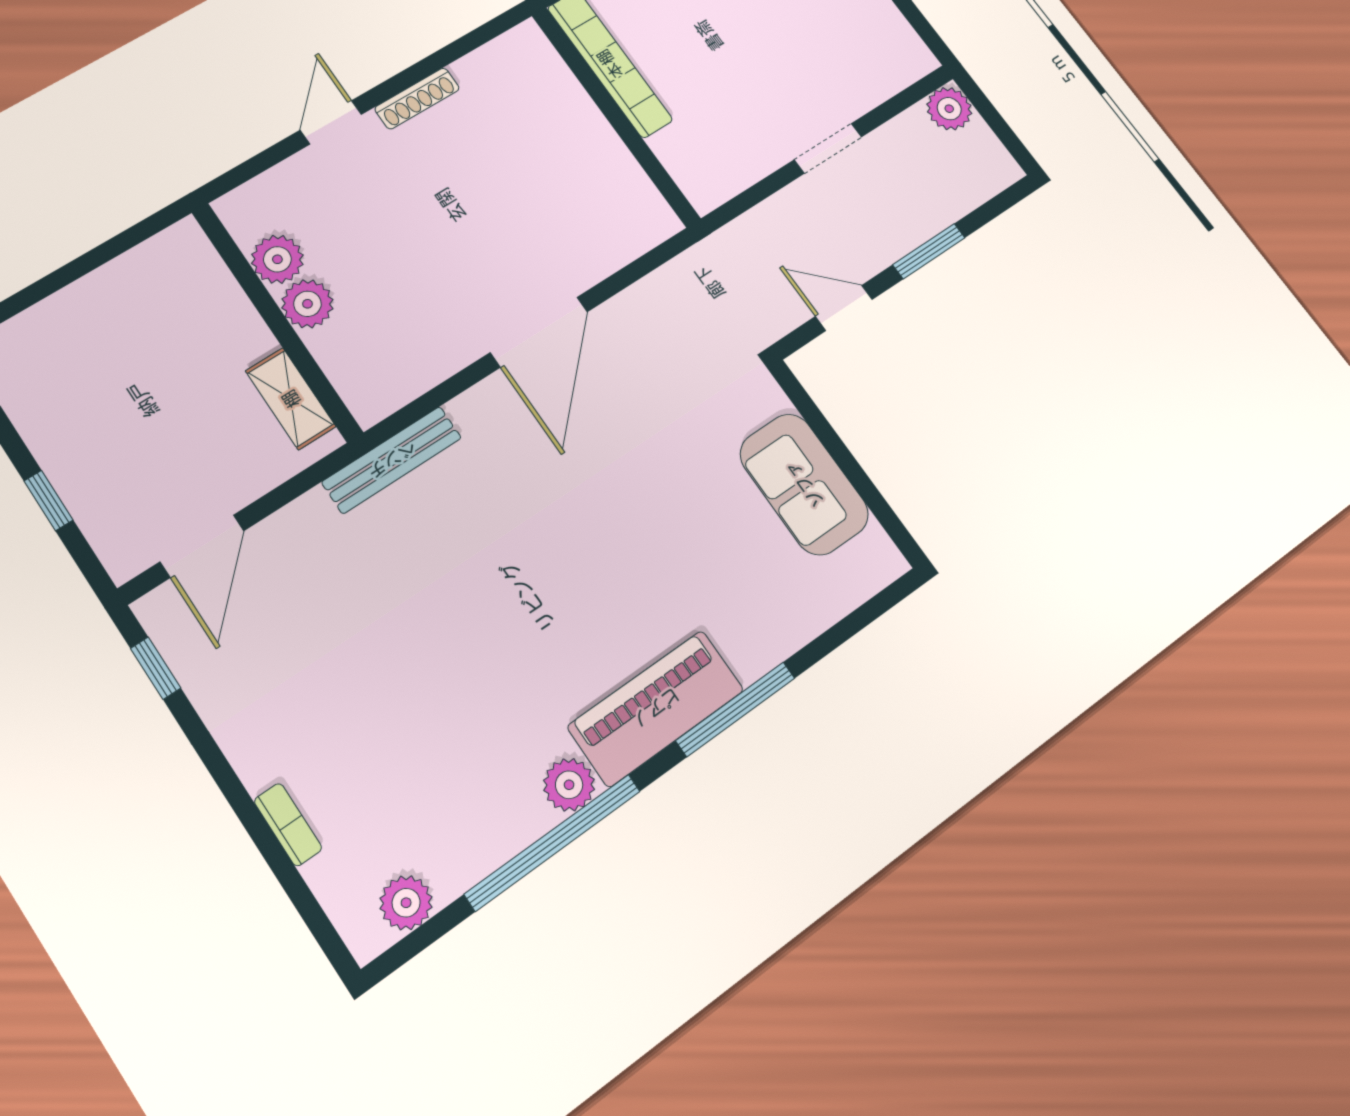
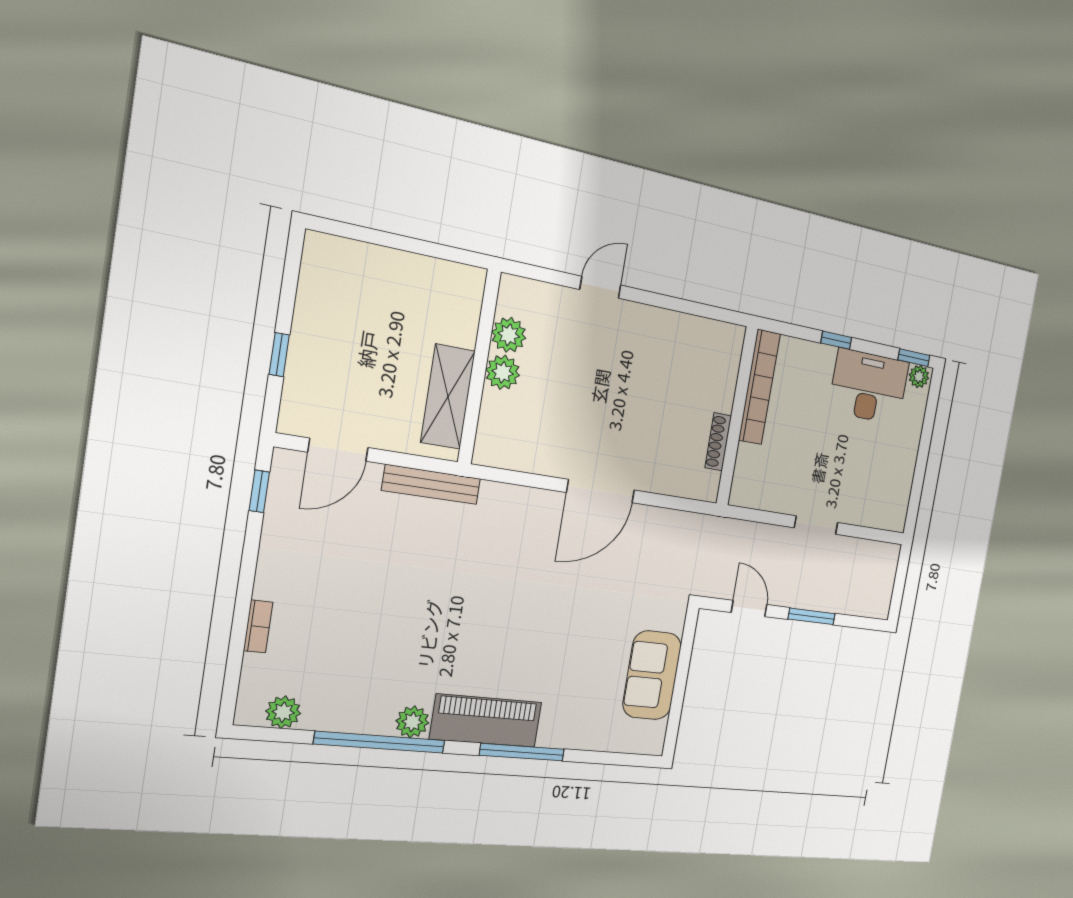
shoe rack: (417, 98) -> (718, 442), moved, turned 90
plant: (949, 109) -> (886, 557), removed
shelving: (291, 399) -> (448, 397), width x1.50, depth x1.33
bench: (392, 460) -> (431, 485), moved

